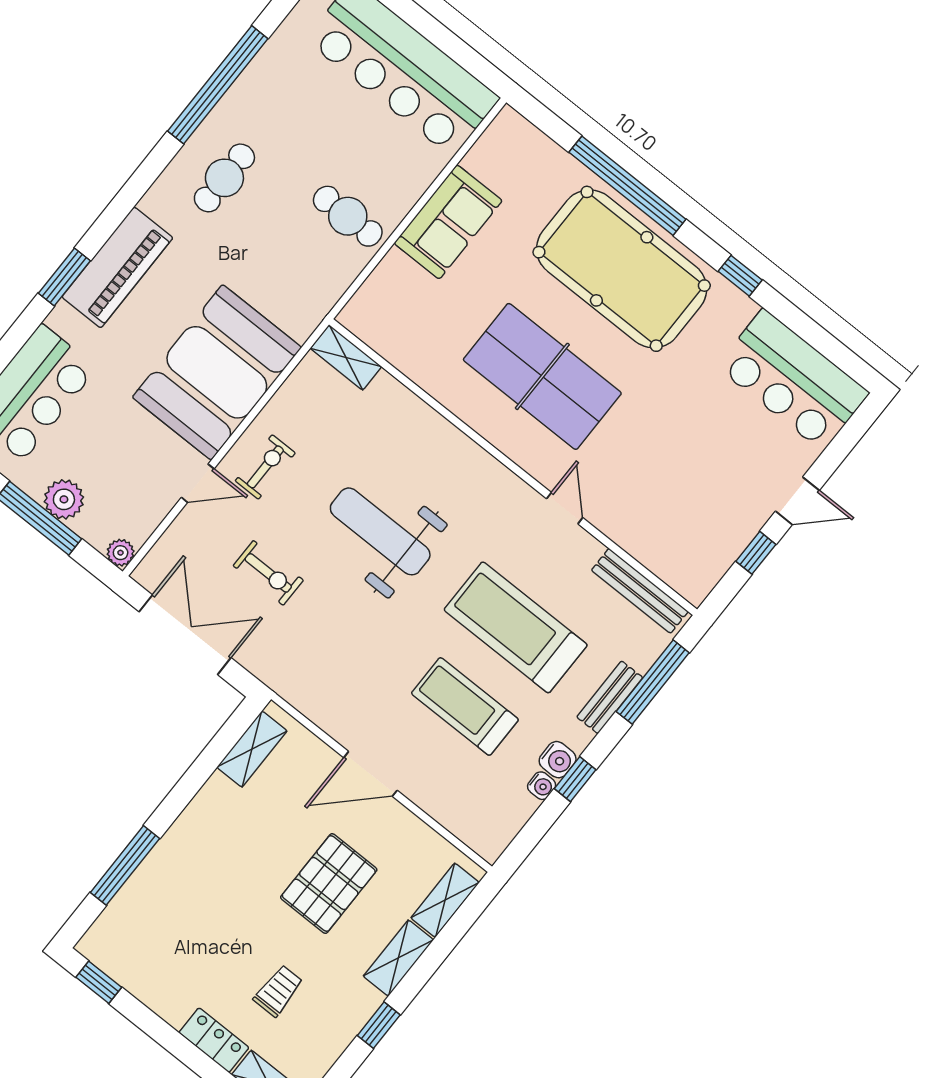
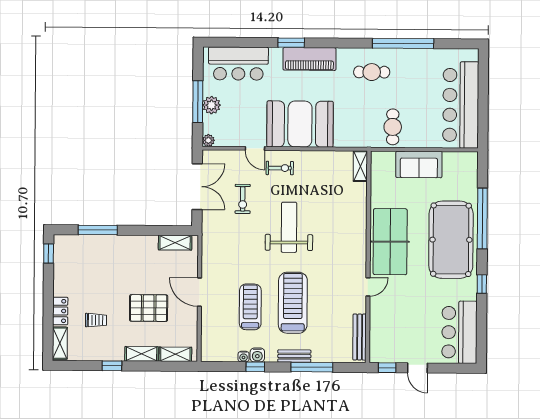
shelving: (346, 357) -> (360, 166), moved
wall: (513, 467) -> (368, 257), moved
door: (565, 508) -> (368, 287), moved
bench: (640, 591) -> (360, 337), moved

